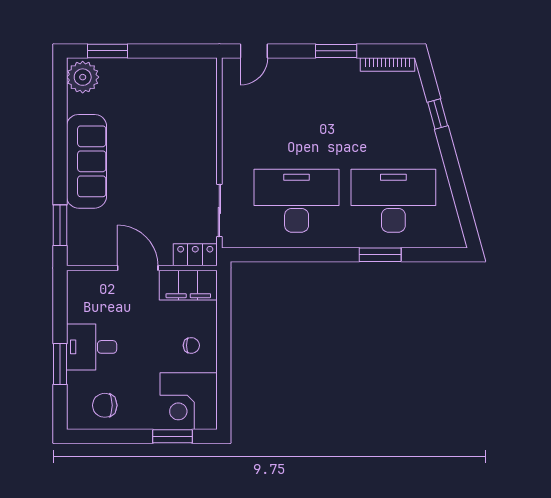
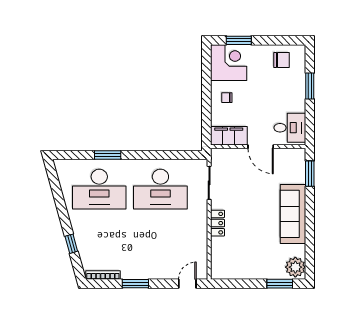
locker: (195, 255) -> (217, 223), moved, turned -90
desk: (92, 347) -> (290, 128), moved

